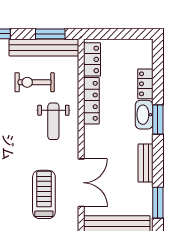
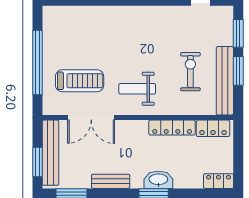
window: (50, 34) -> (238, 71), moved
locker: (145, 84) -> (219, 181), moved
weight bench: (53, 121) -> (137, 89), moved

